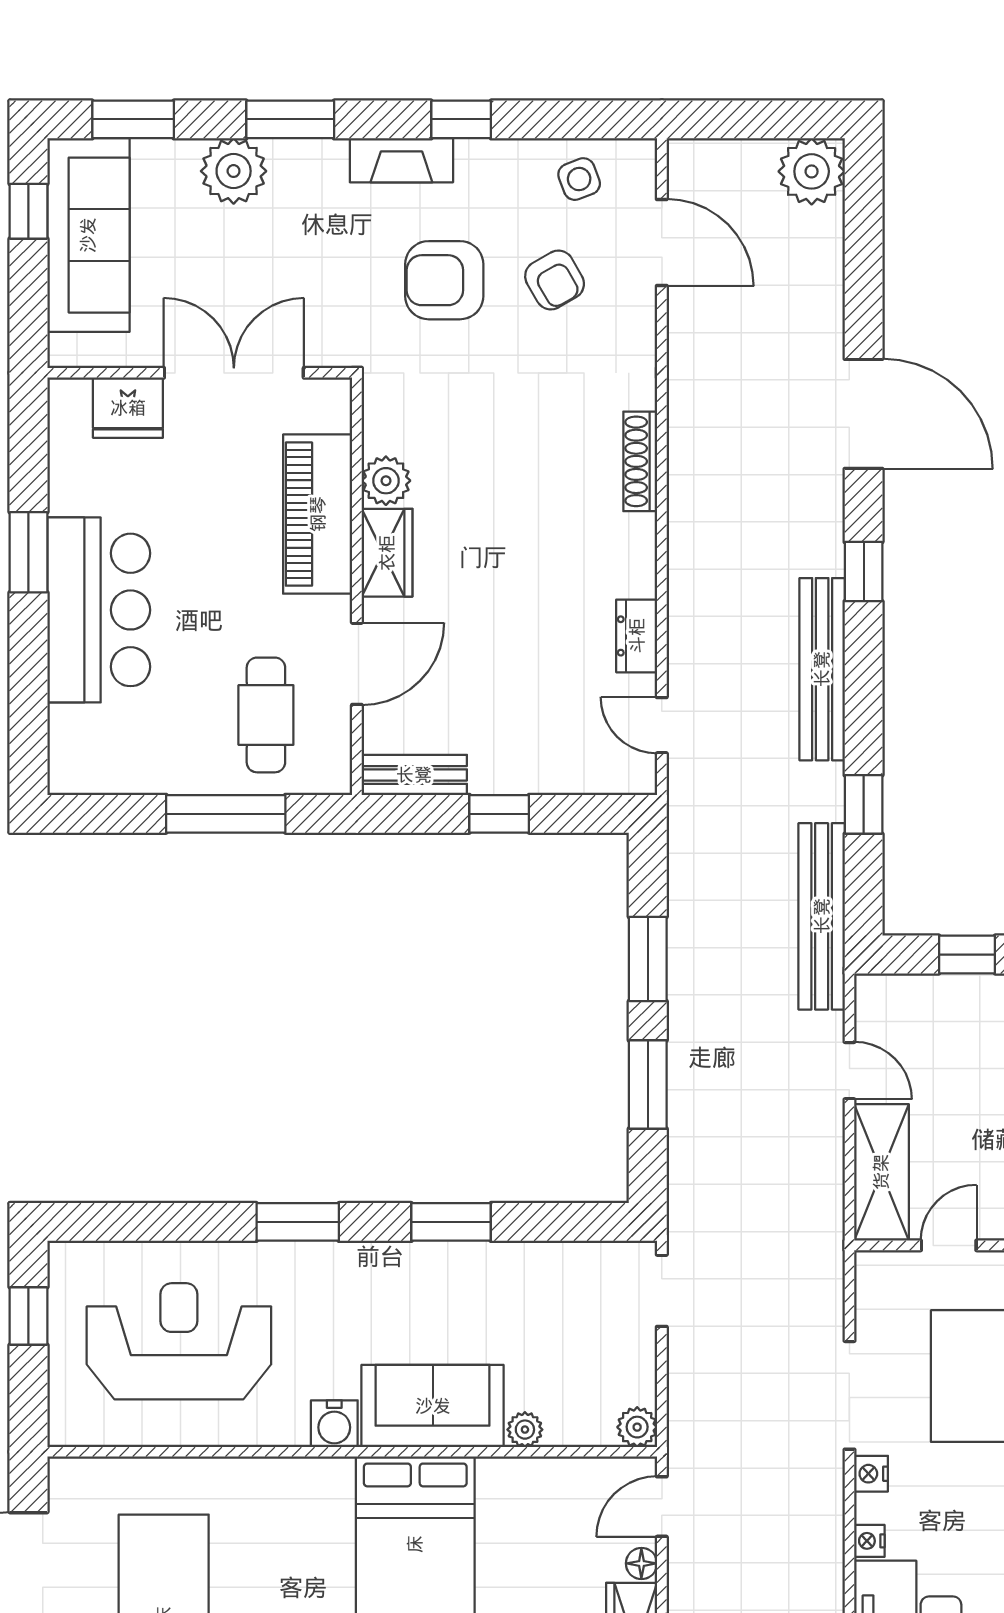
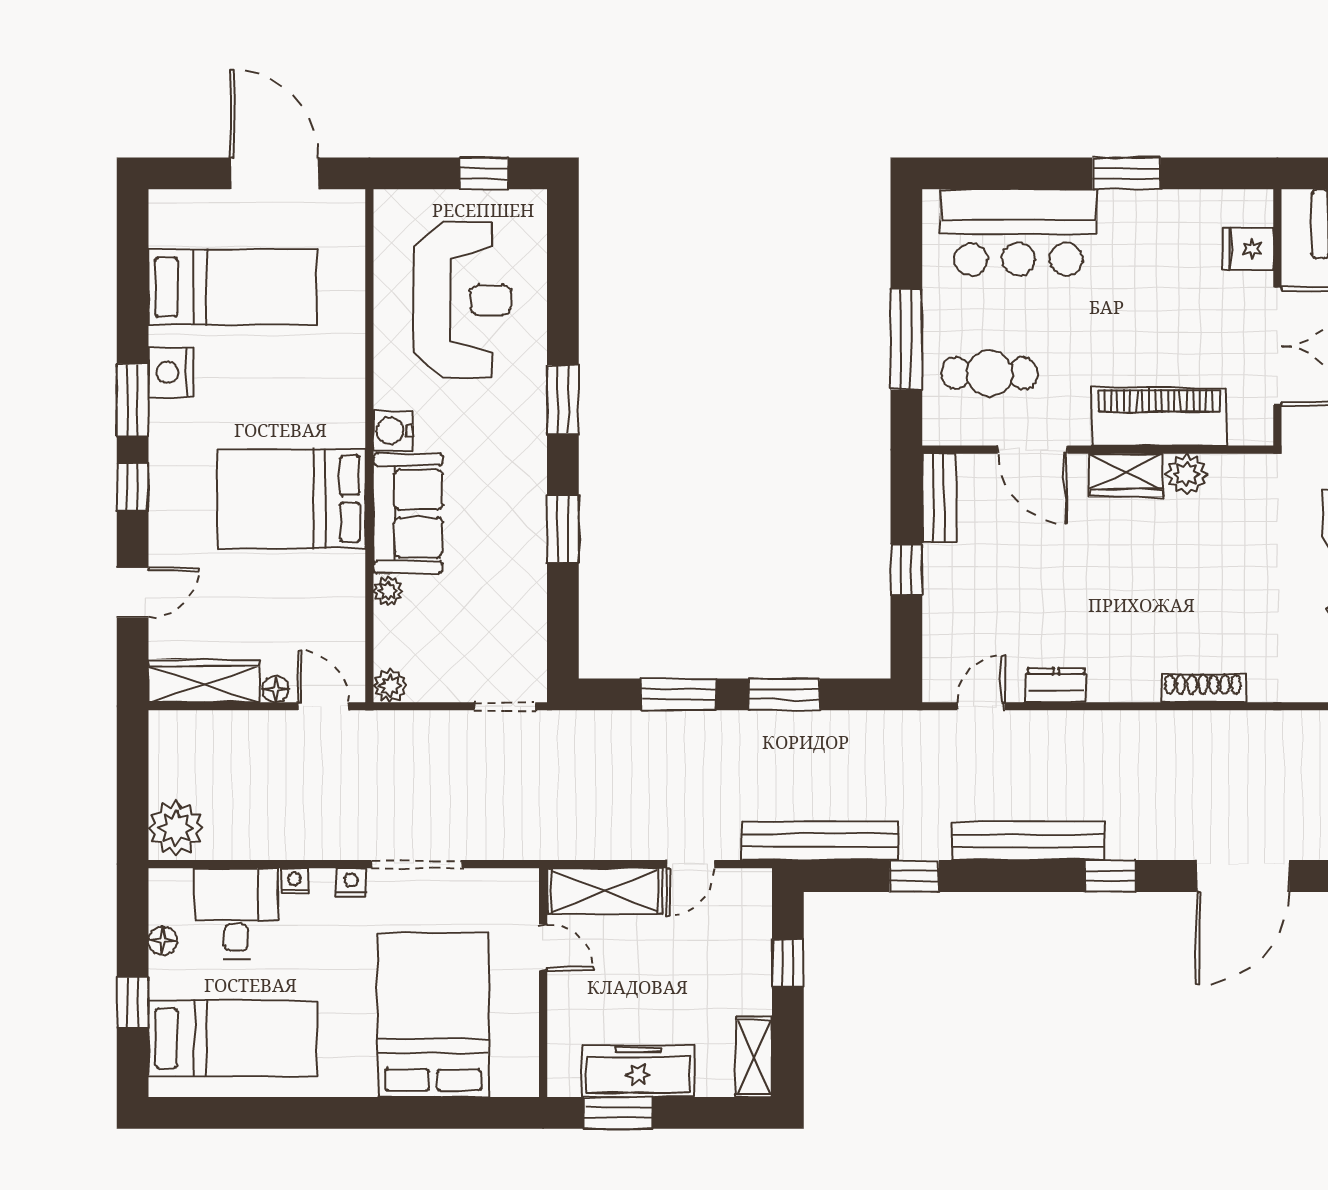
fridge: (128, 408) -> (1248, 249), width x0.72
bar counter: (99, 610) -> (1018, 232), moved

